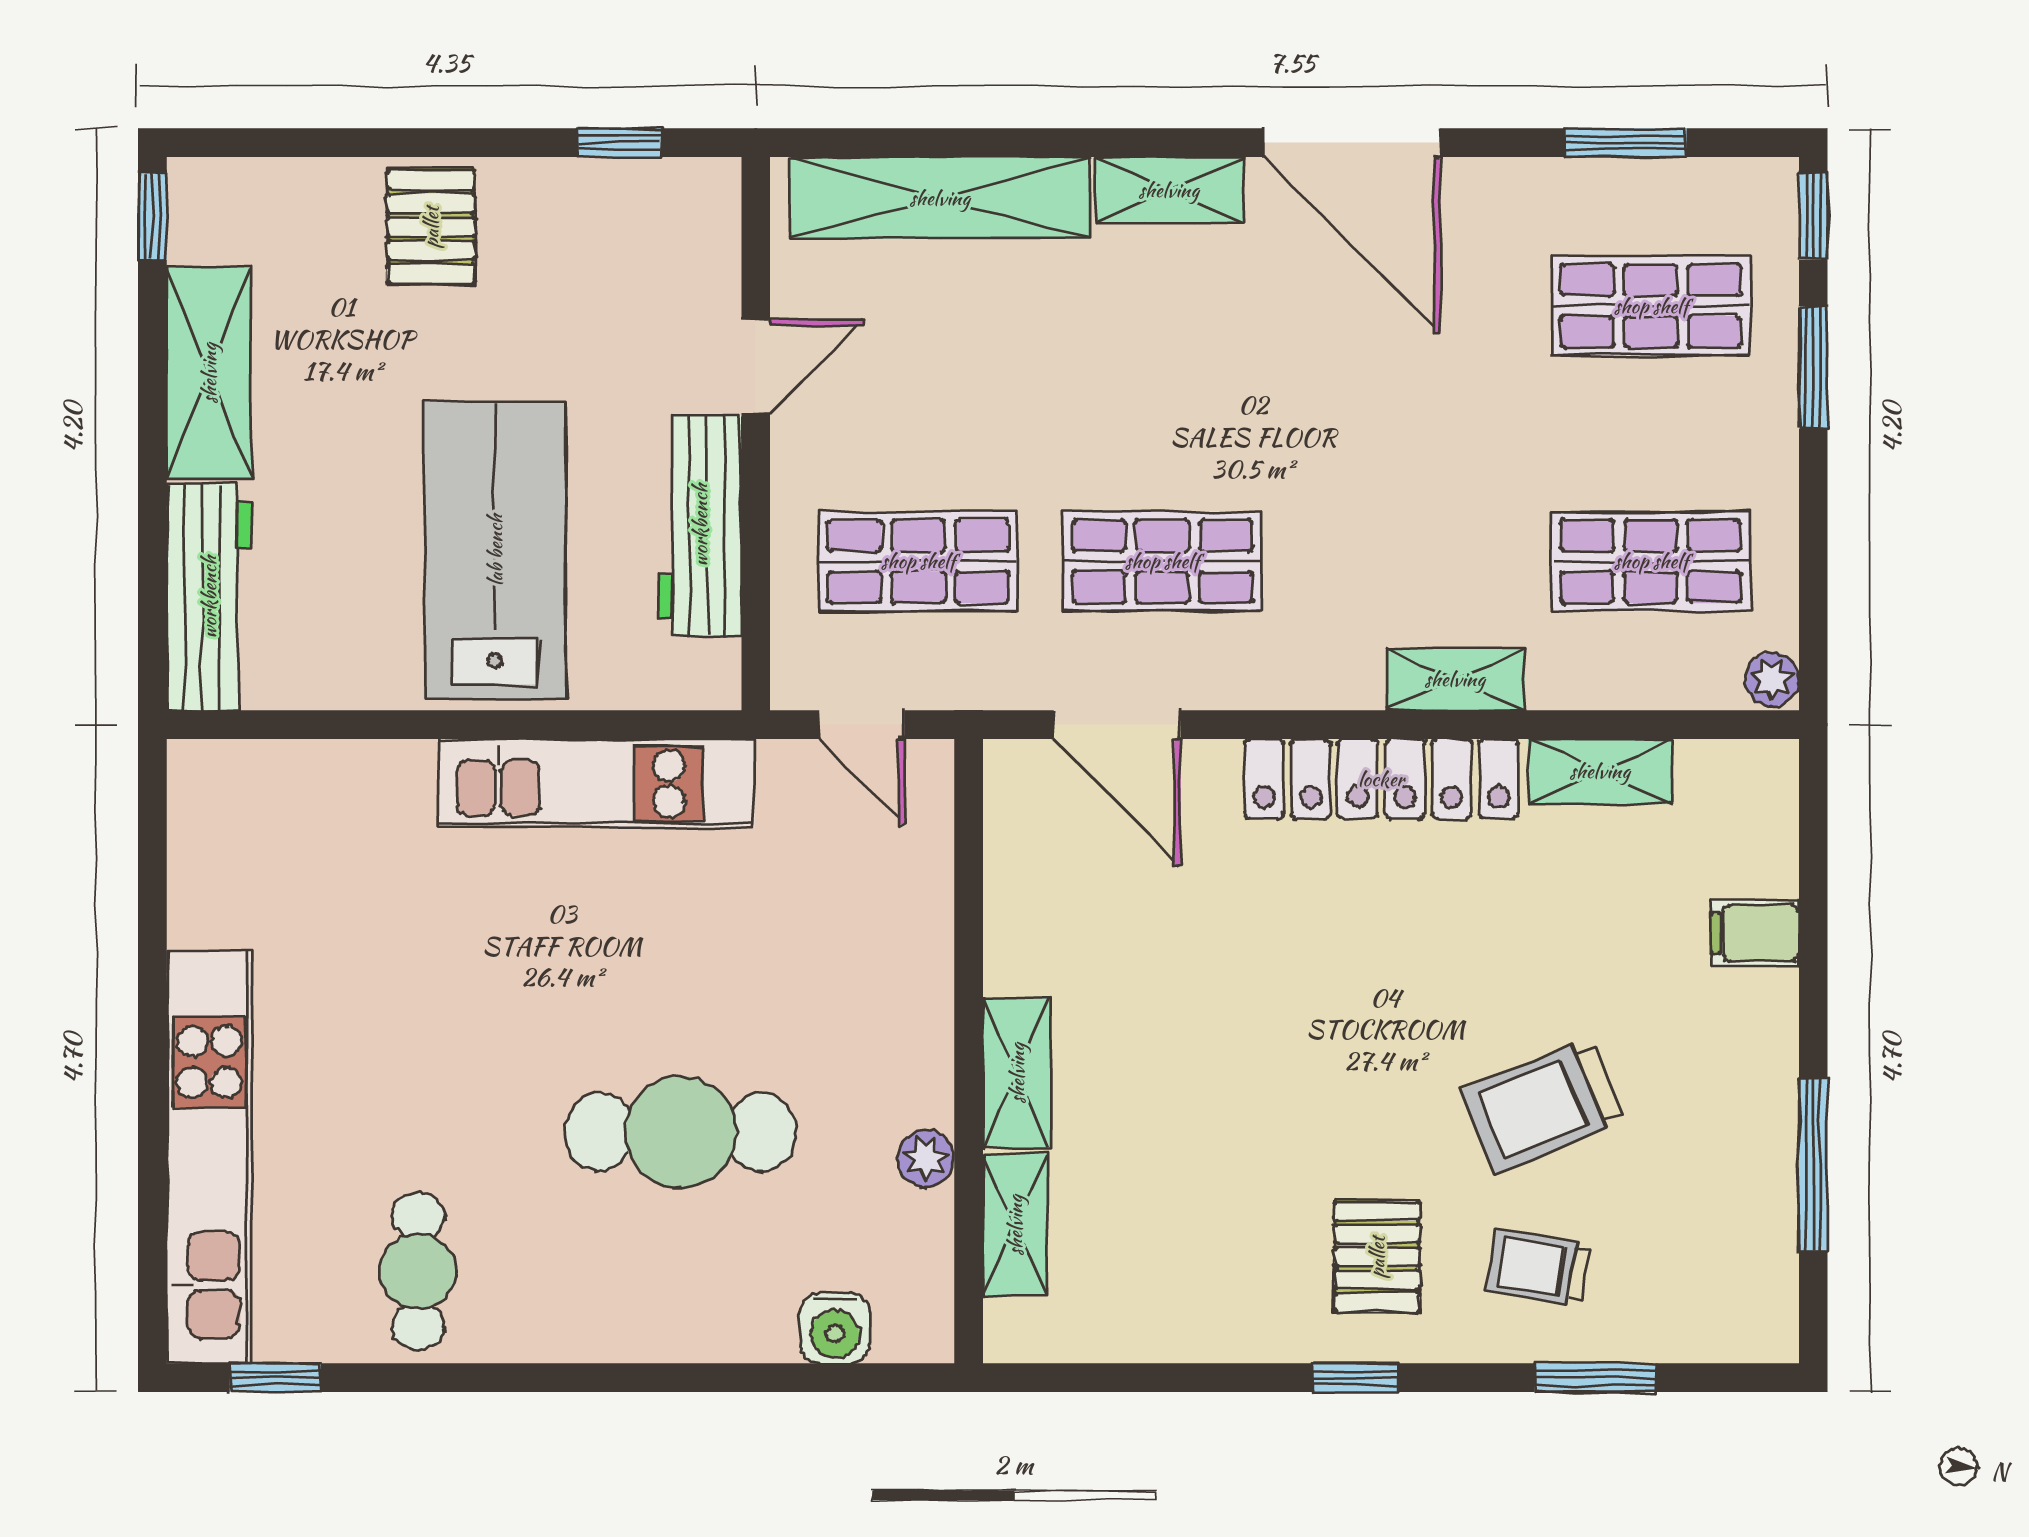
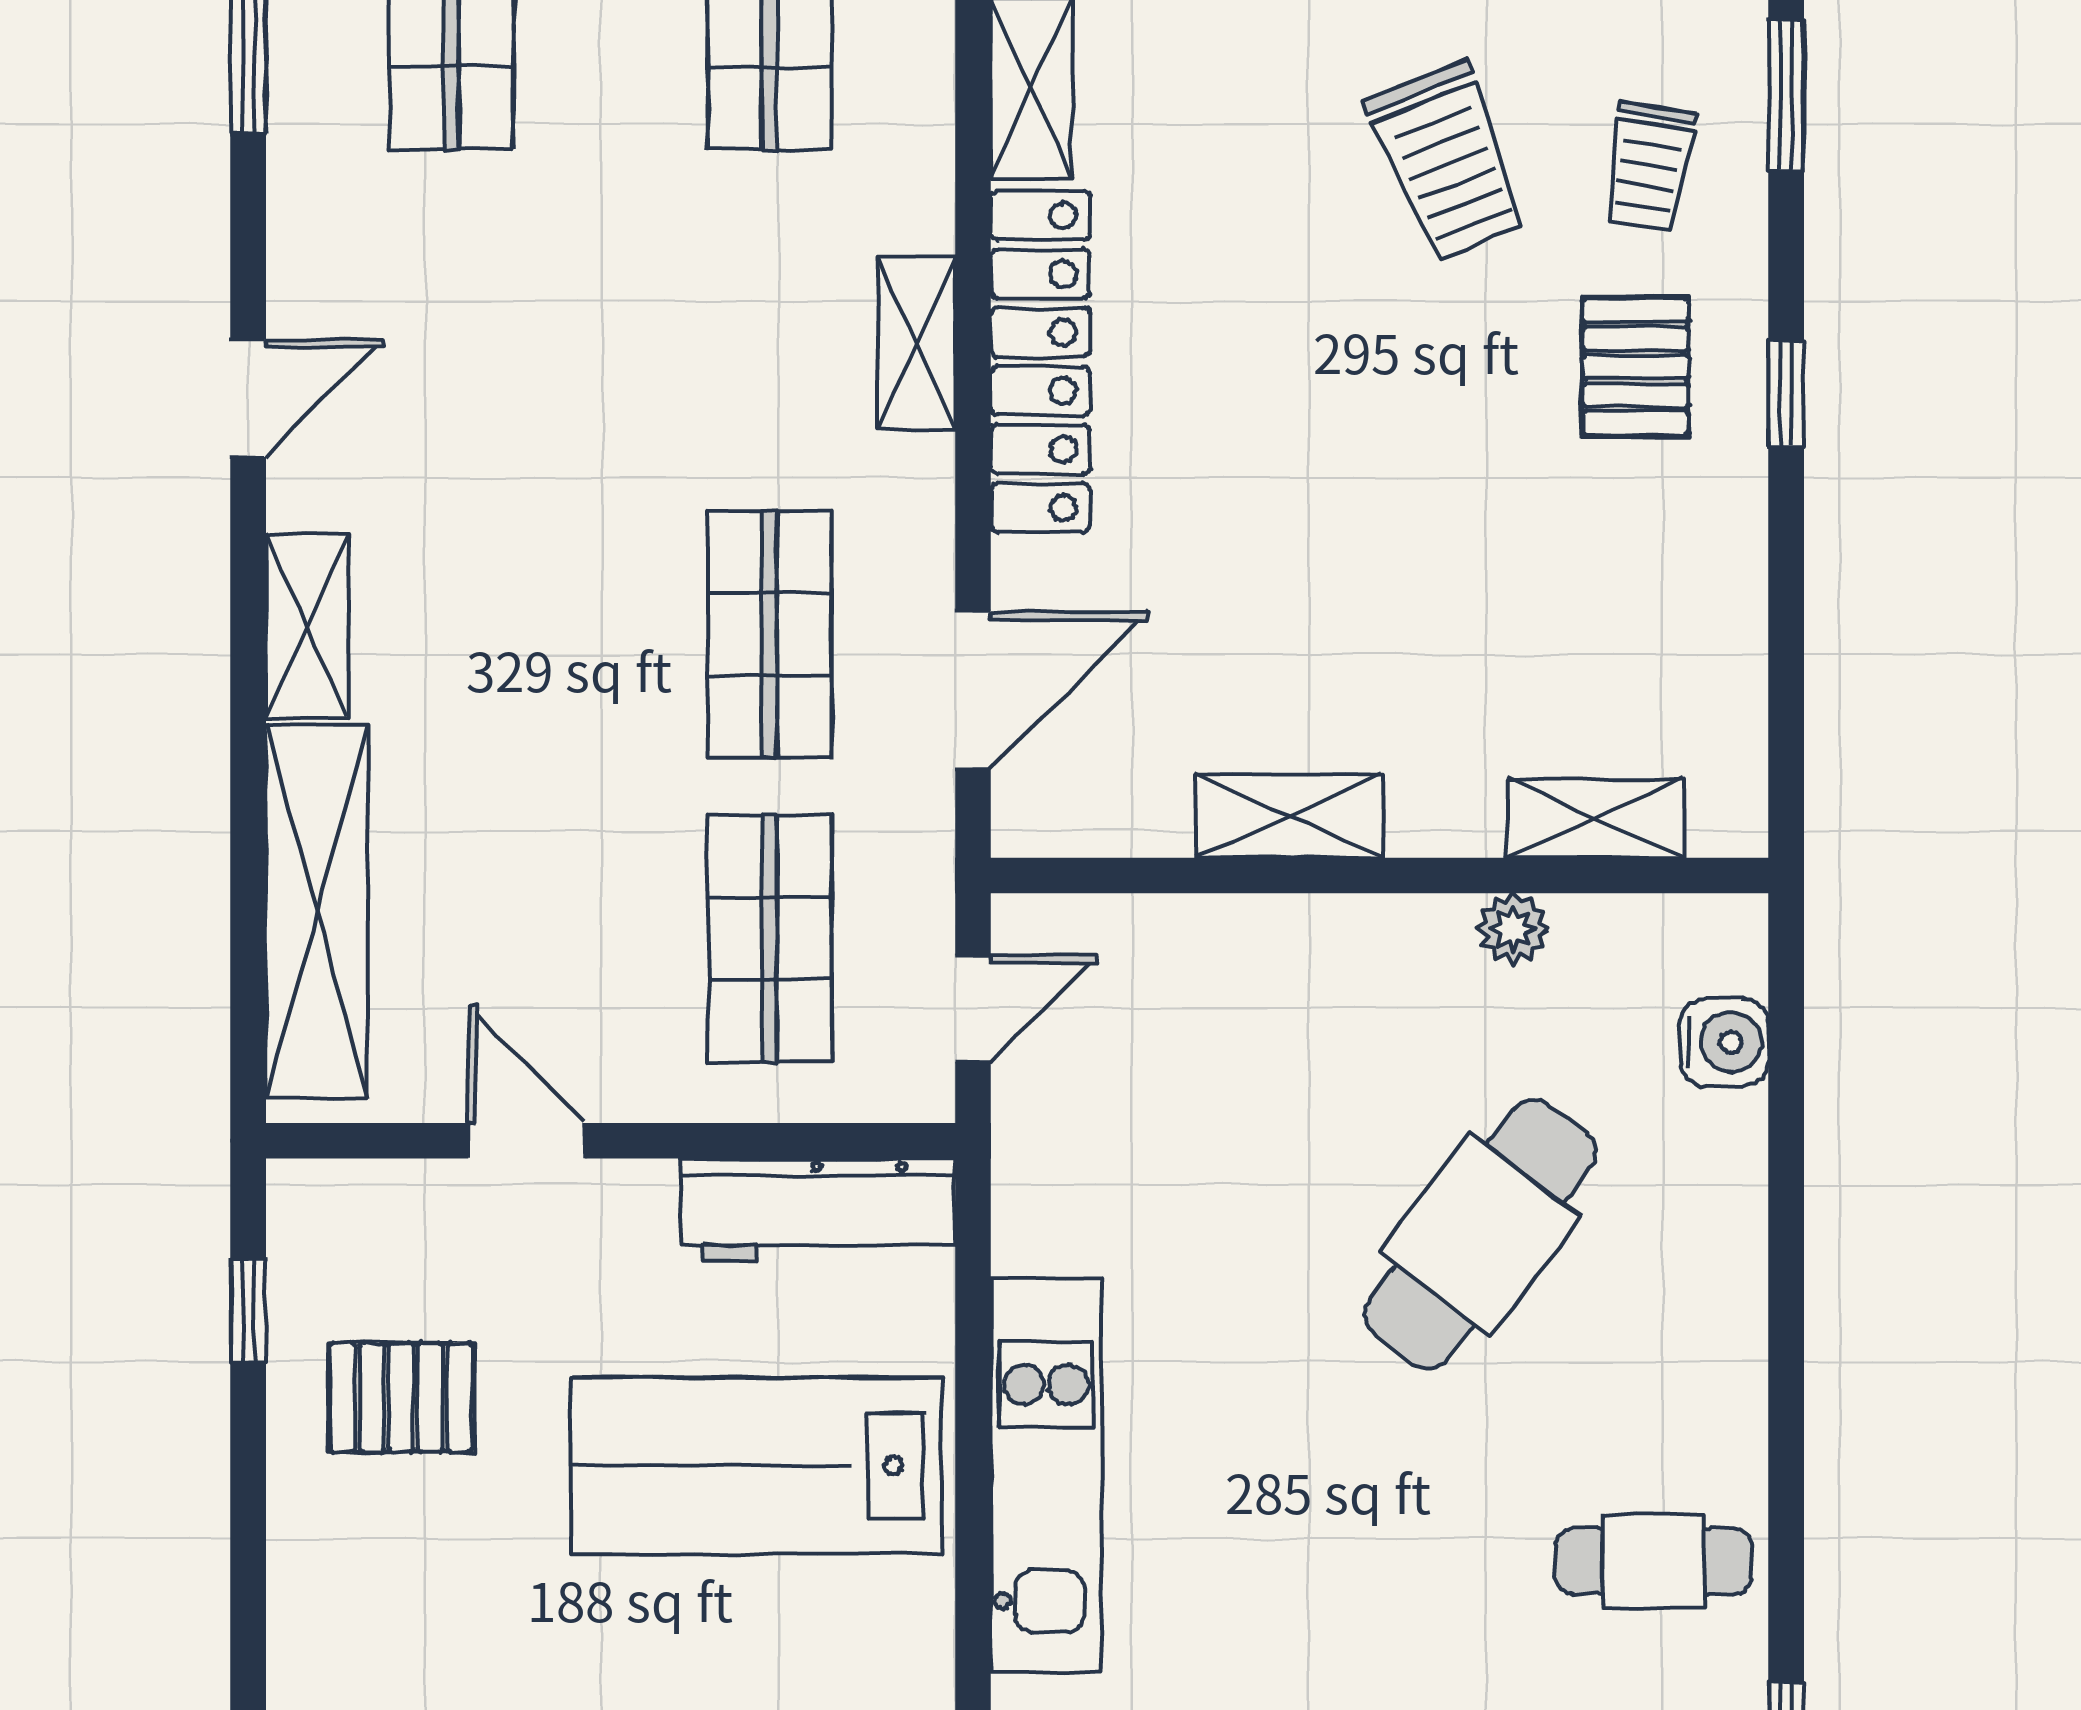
door: (1352, 143) -> (248, 398), width x0.53
pallet: (431, 227) -> (401, 1398), moved
workbench: (700, 525) -> (818, 1210), moved
shelving: (1455, 679) -> (916, 343), moved
kitchen unit: (596, 783) -> (1046, 1475), moved
shelving: (1017, 1073) -> (1289, 816), moved
cafe table: (681, 1132) -> (1480, 1234), turned 37
pallet: (1377, 1257) -> (1636, 367), turned 90

